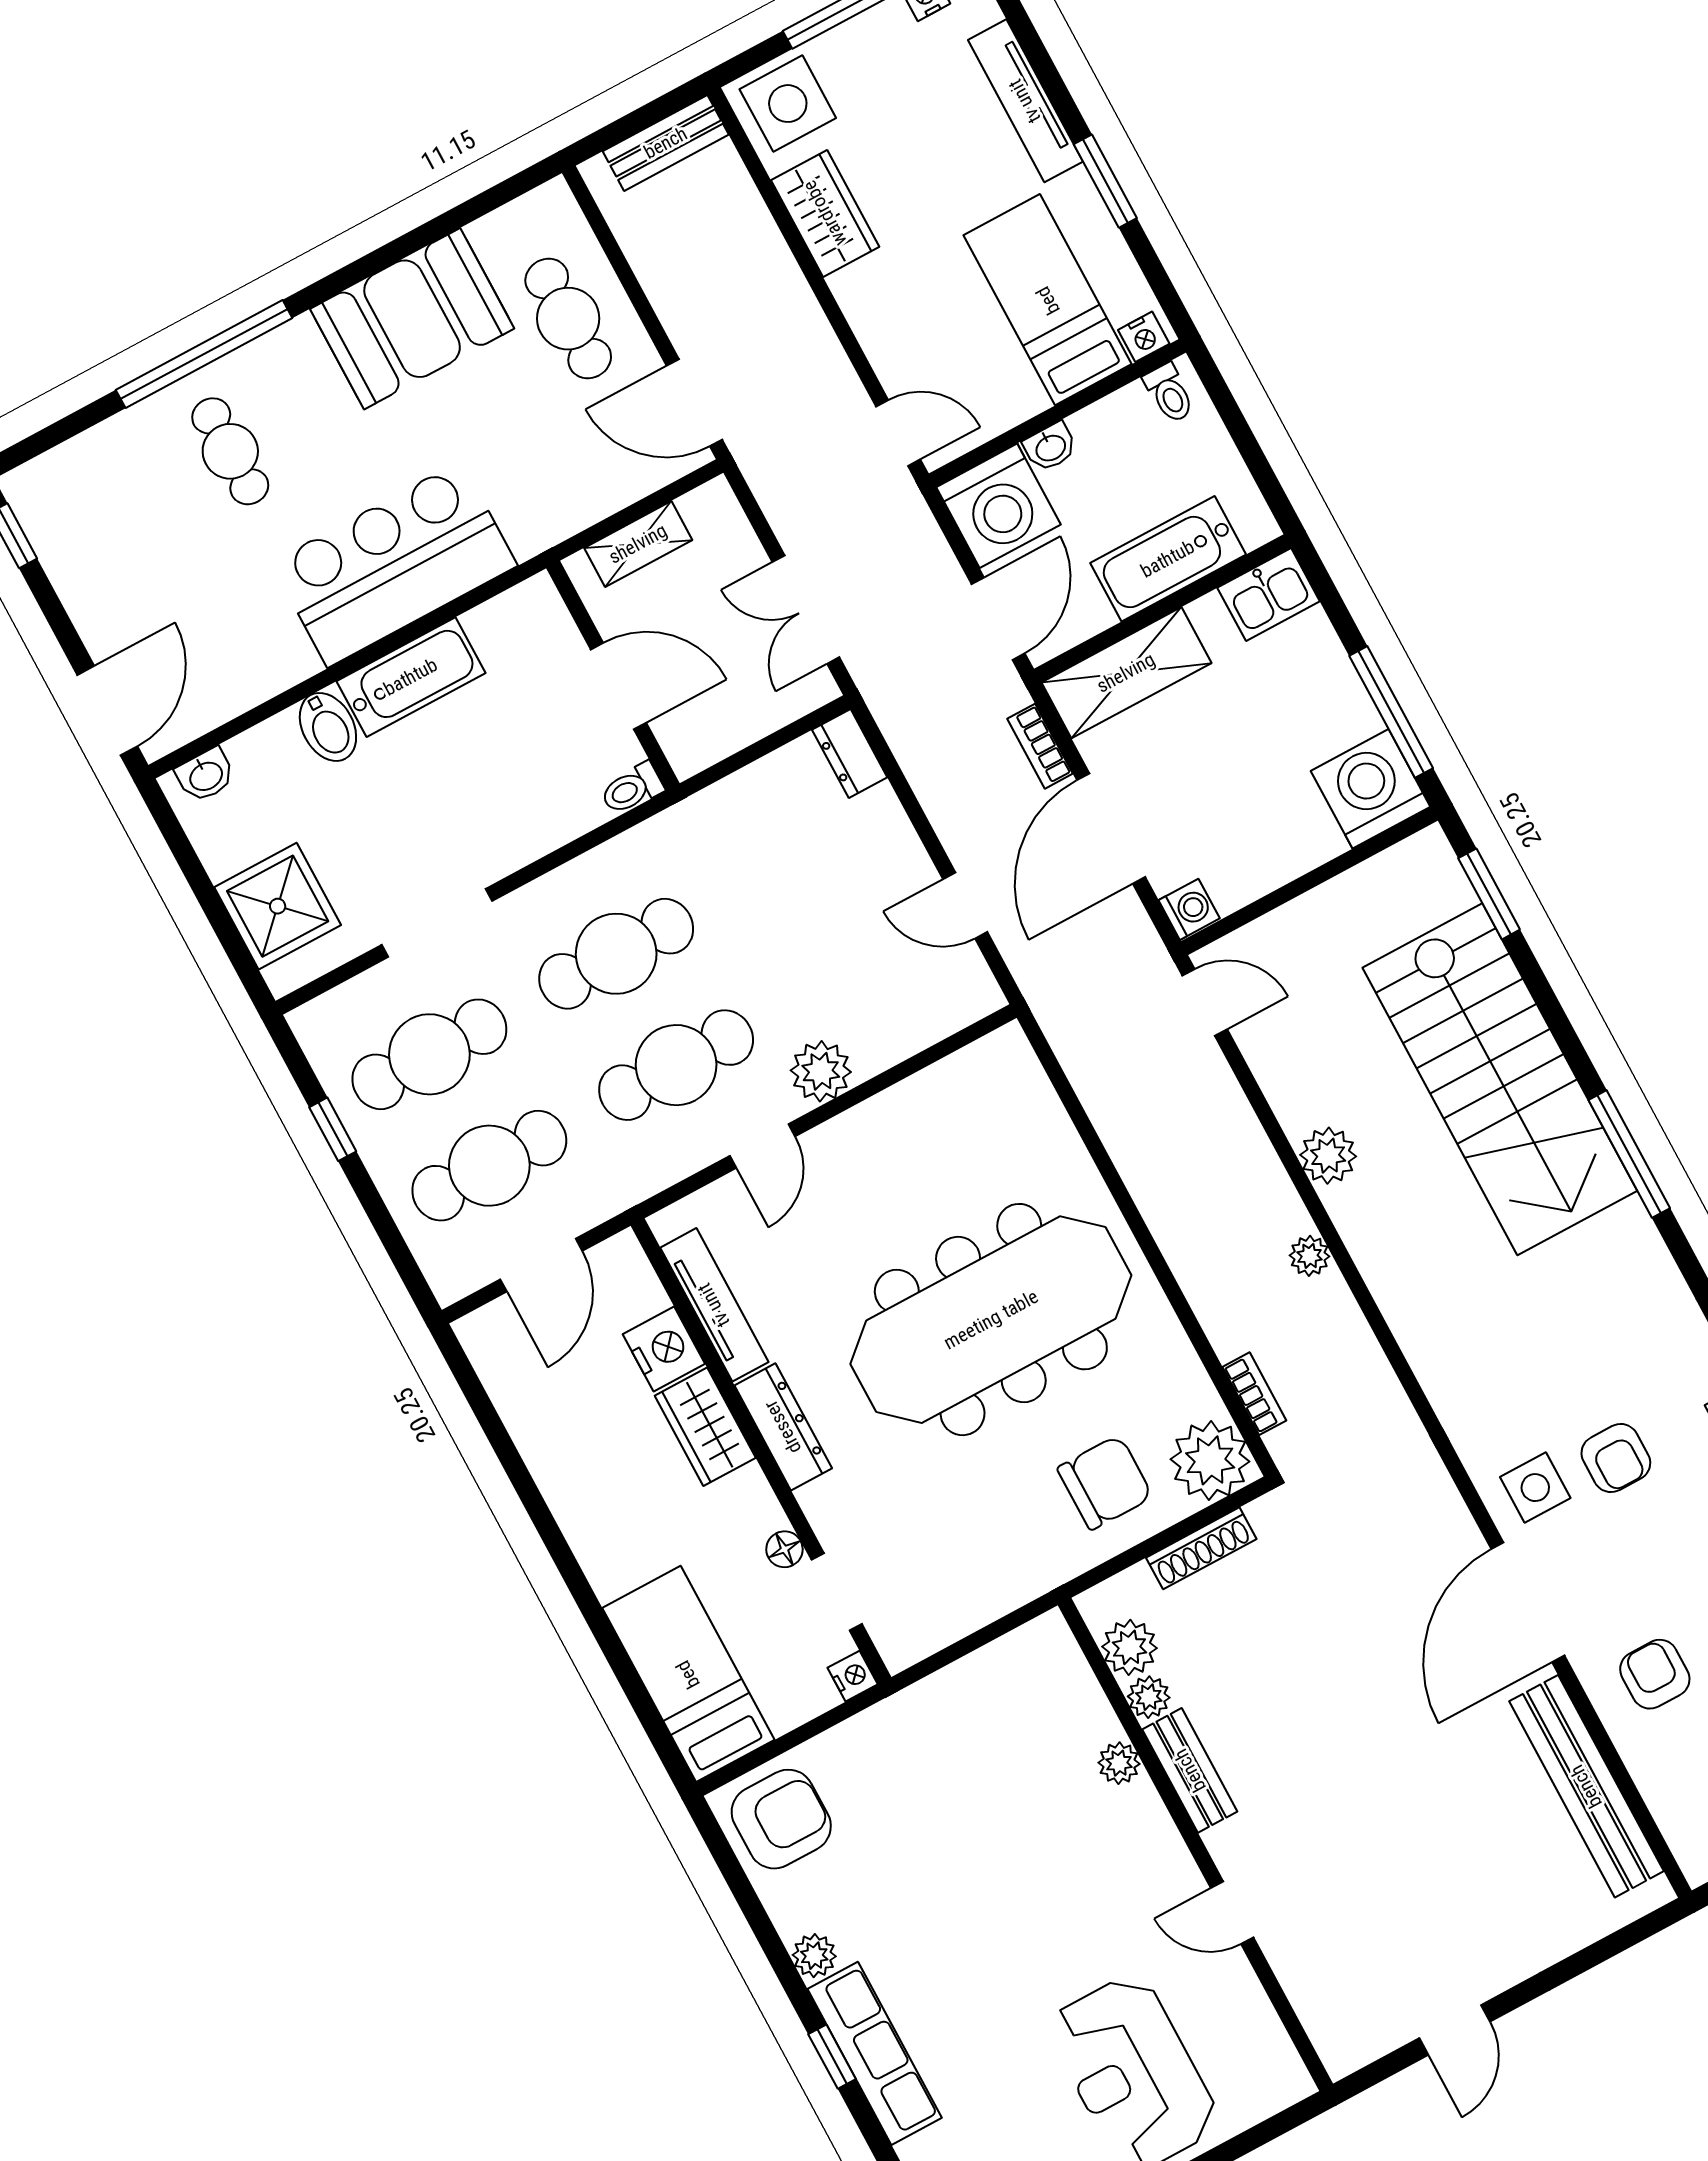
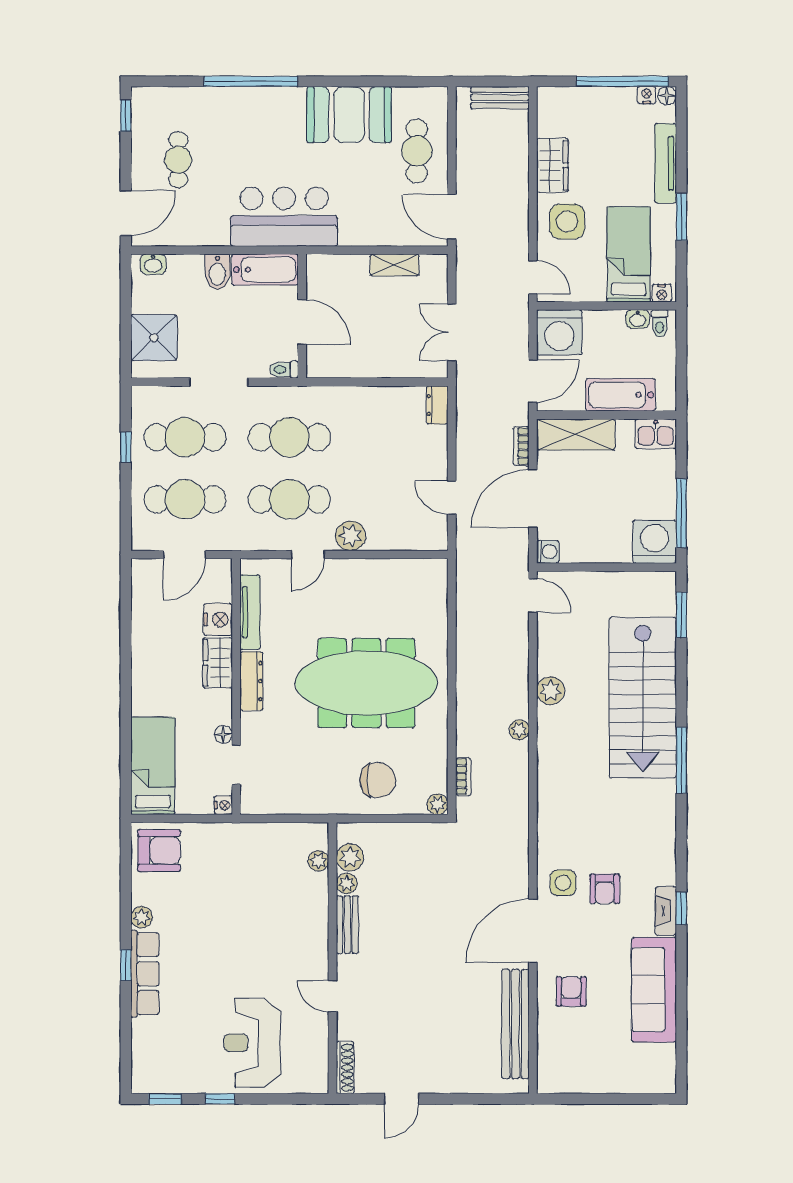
side table: (788, 104) -> (567, 222), moved
washbasin: (1050, 447) -> (638, 319), moved
cafe table: (230, 451) -> (178, 160), moved
wall: (613, 676) -> (302, 316), moved
door: (619, 686) -> (302, 322), moved
toilet: (632, 789) -> (284, 369), moved
plant: (1210, 1460) -> (438, 804), width x0.53, depth x0.53
shoe rack: (1201, 1548) -> (345, 1068), moved, turned -90
plant: (1119, 1763) -> (318, 861), moved

